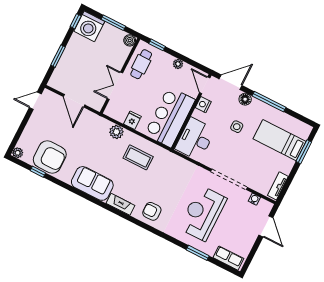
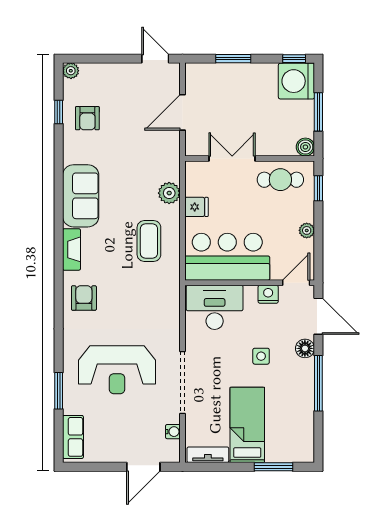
bed: (280, 140) -> (247, 425), moved
armchair: (50, 157) -> (87, 118), width x0.53, depth x0.53
reception desk: (203, 213) -> (117, 370), turned 180

